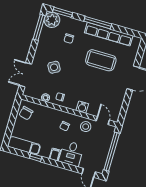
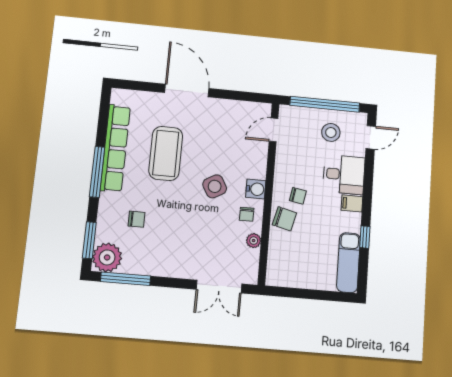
side table: (54, 67) -> (215, 186), moved
water cooler: (82, 107) -> (256, 189), moved
chair: (26, 113) -> (284, 219), moved
stool: (86, 127) -> (331, 132), moved

